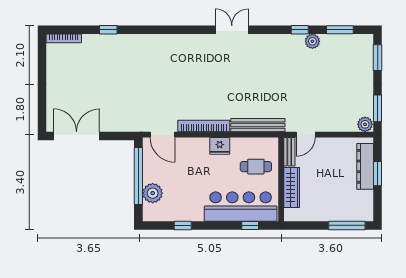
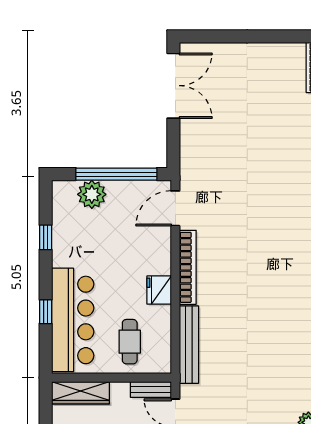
wardrobe: (292, 187) -> (80, 393), moved
window: (250, 225) -> (46, 312), moved

